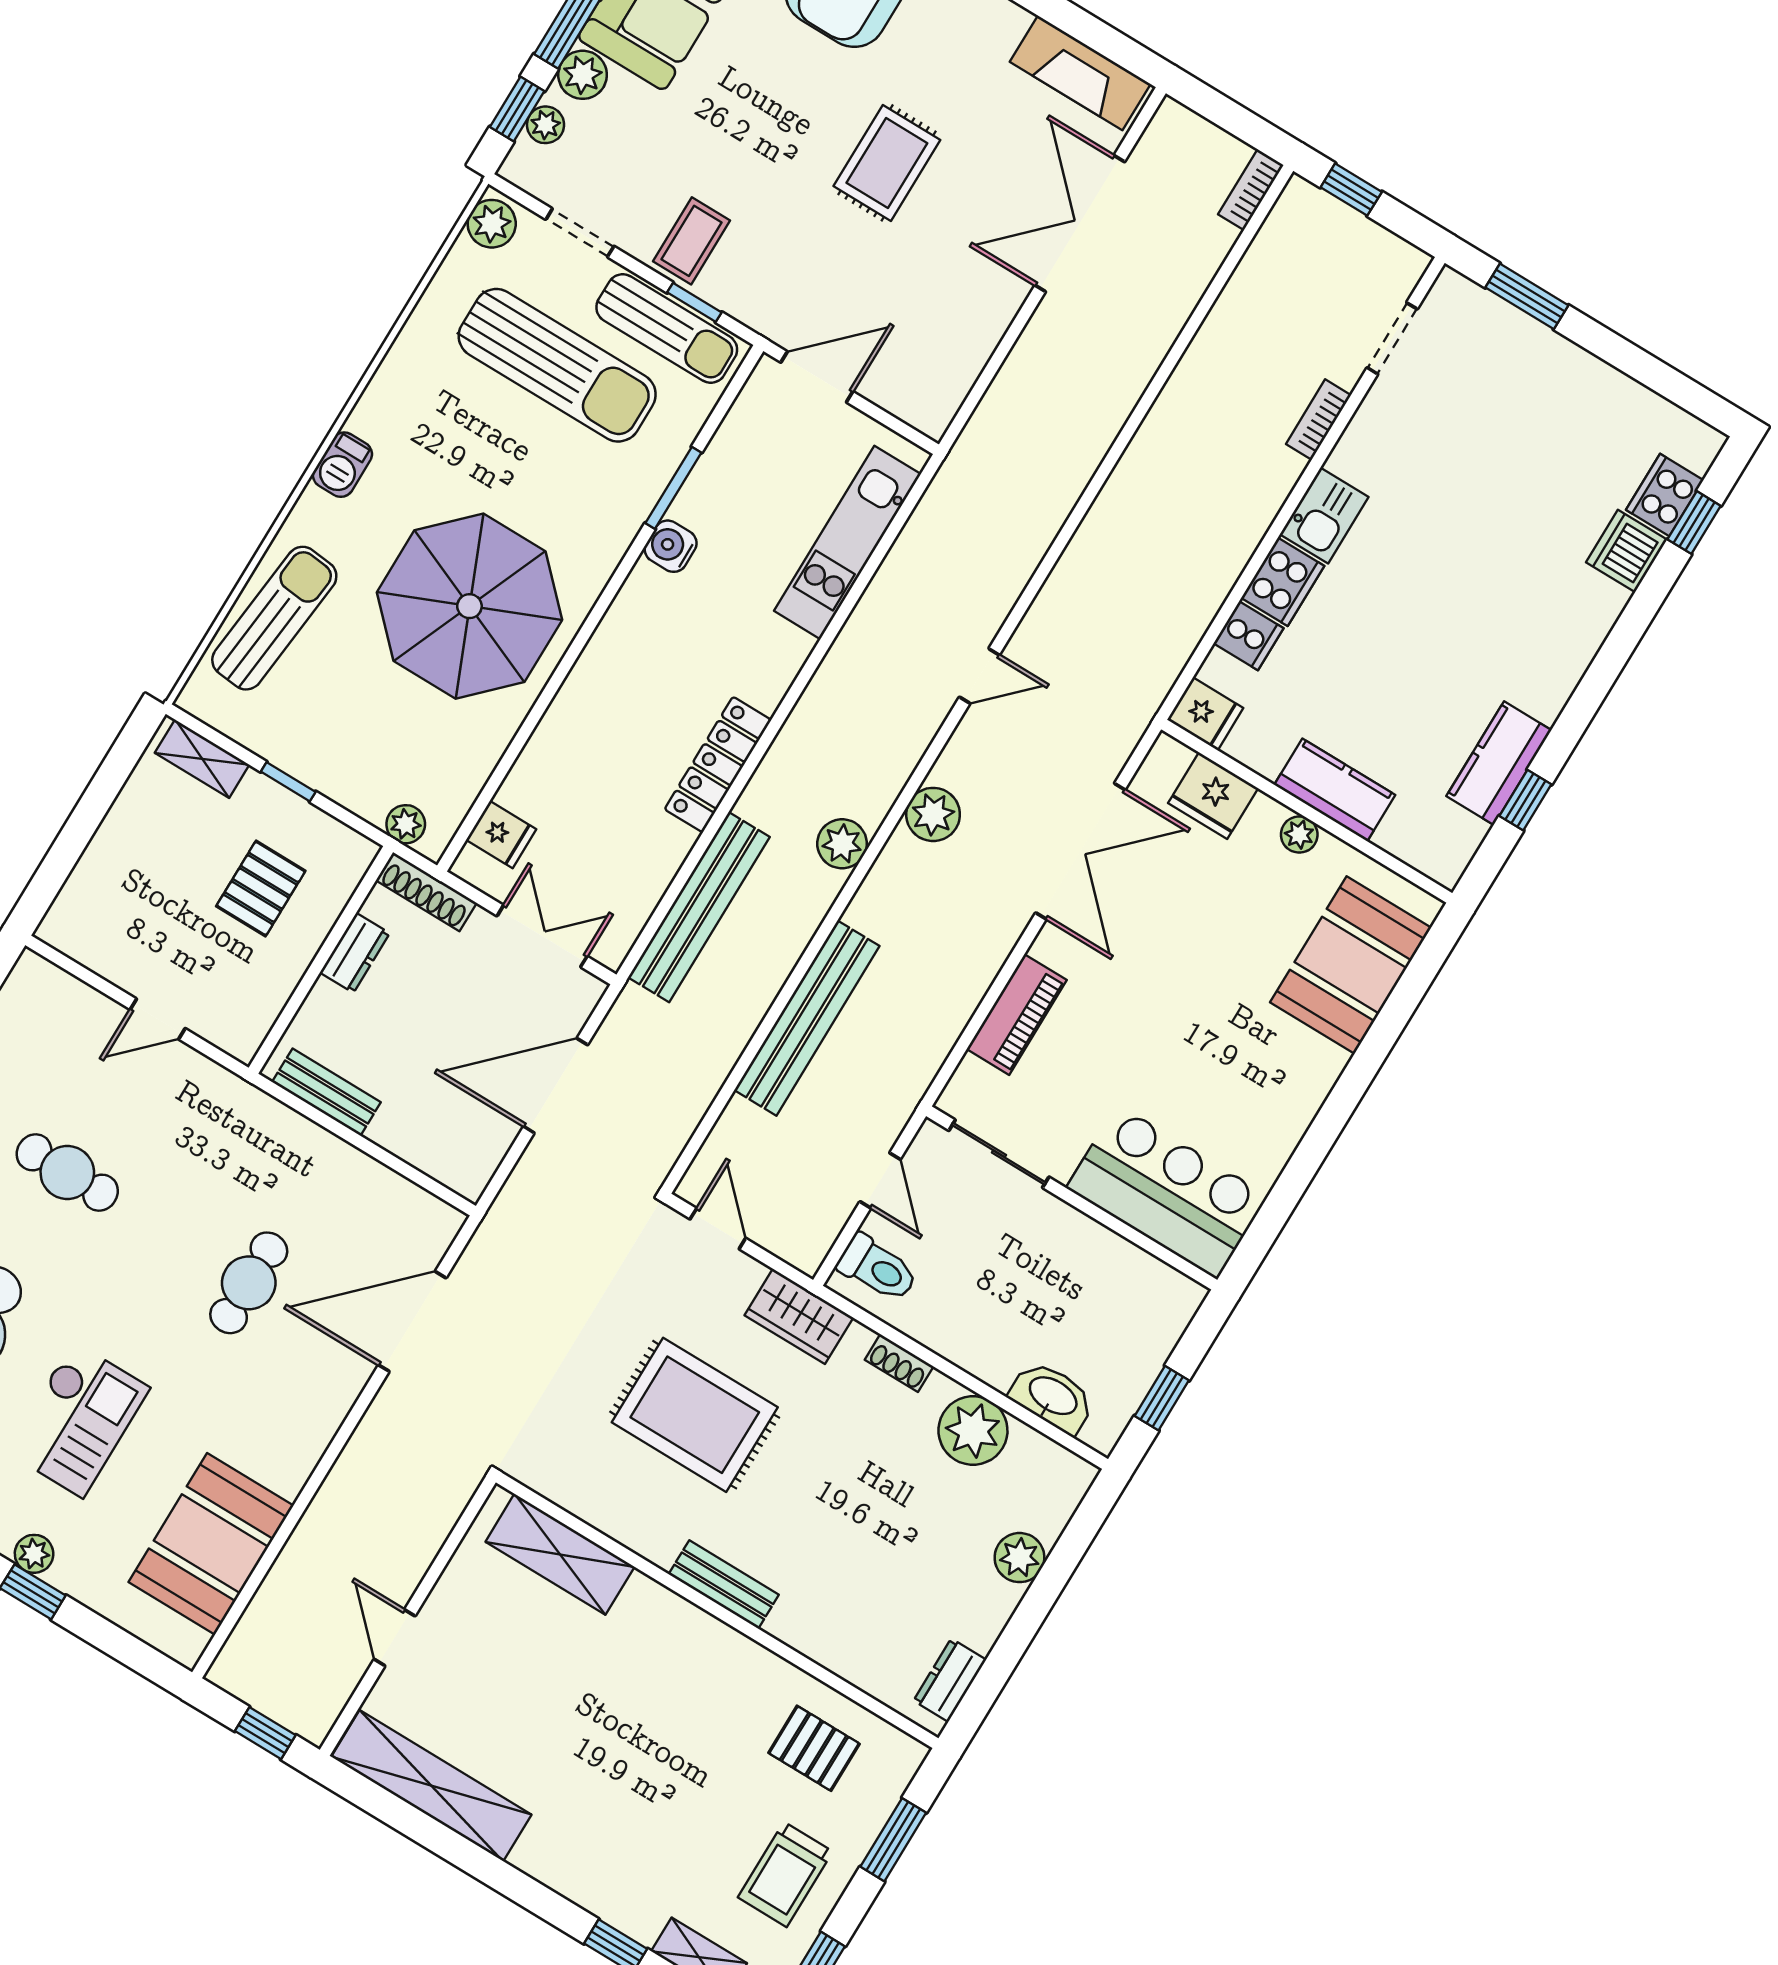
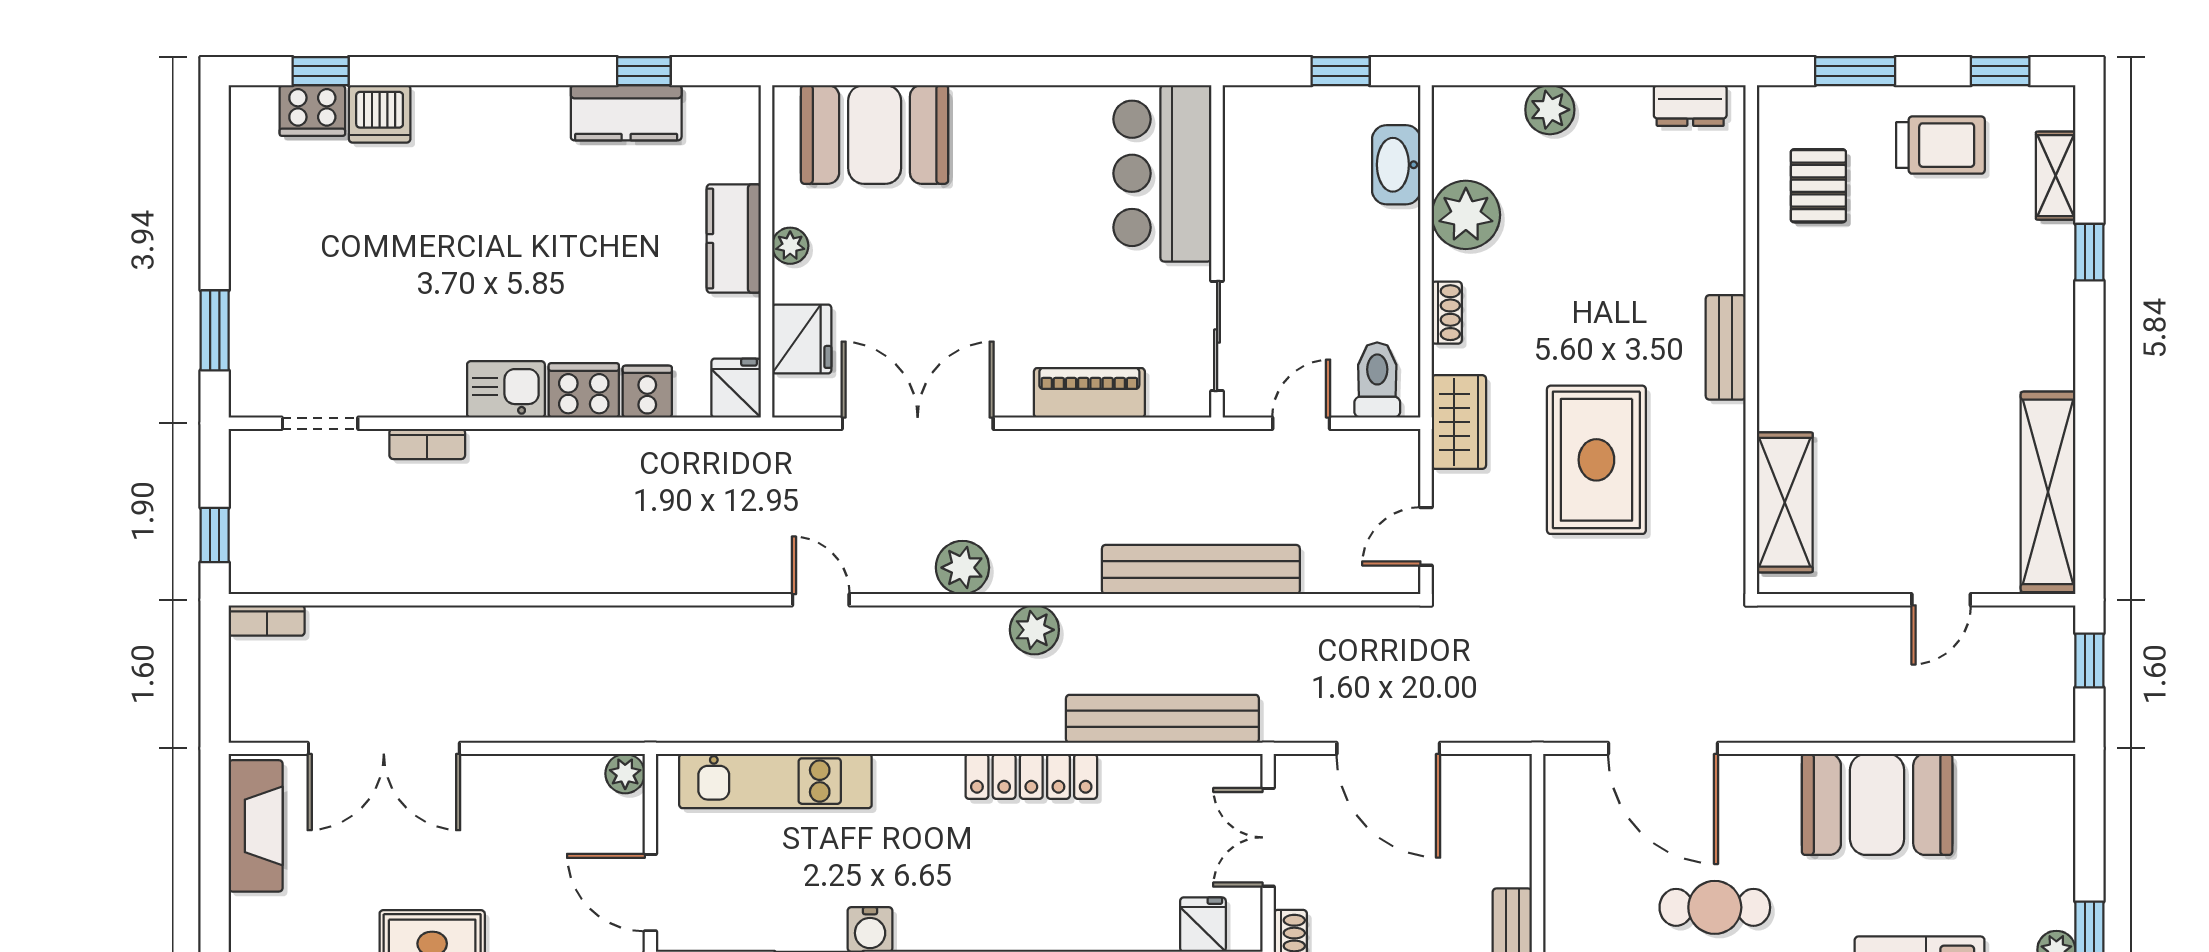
plant: (932, 417) -> (625, 774), added
booth: (211, 1544) -> (1877, 804), moved

